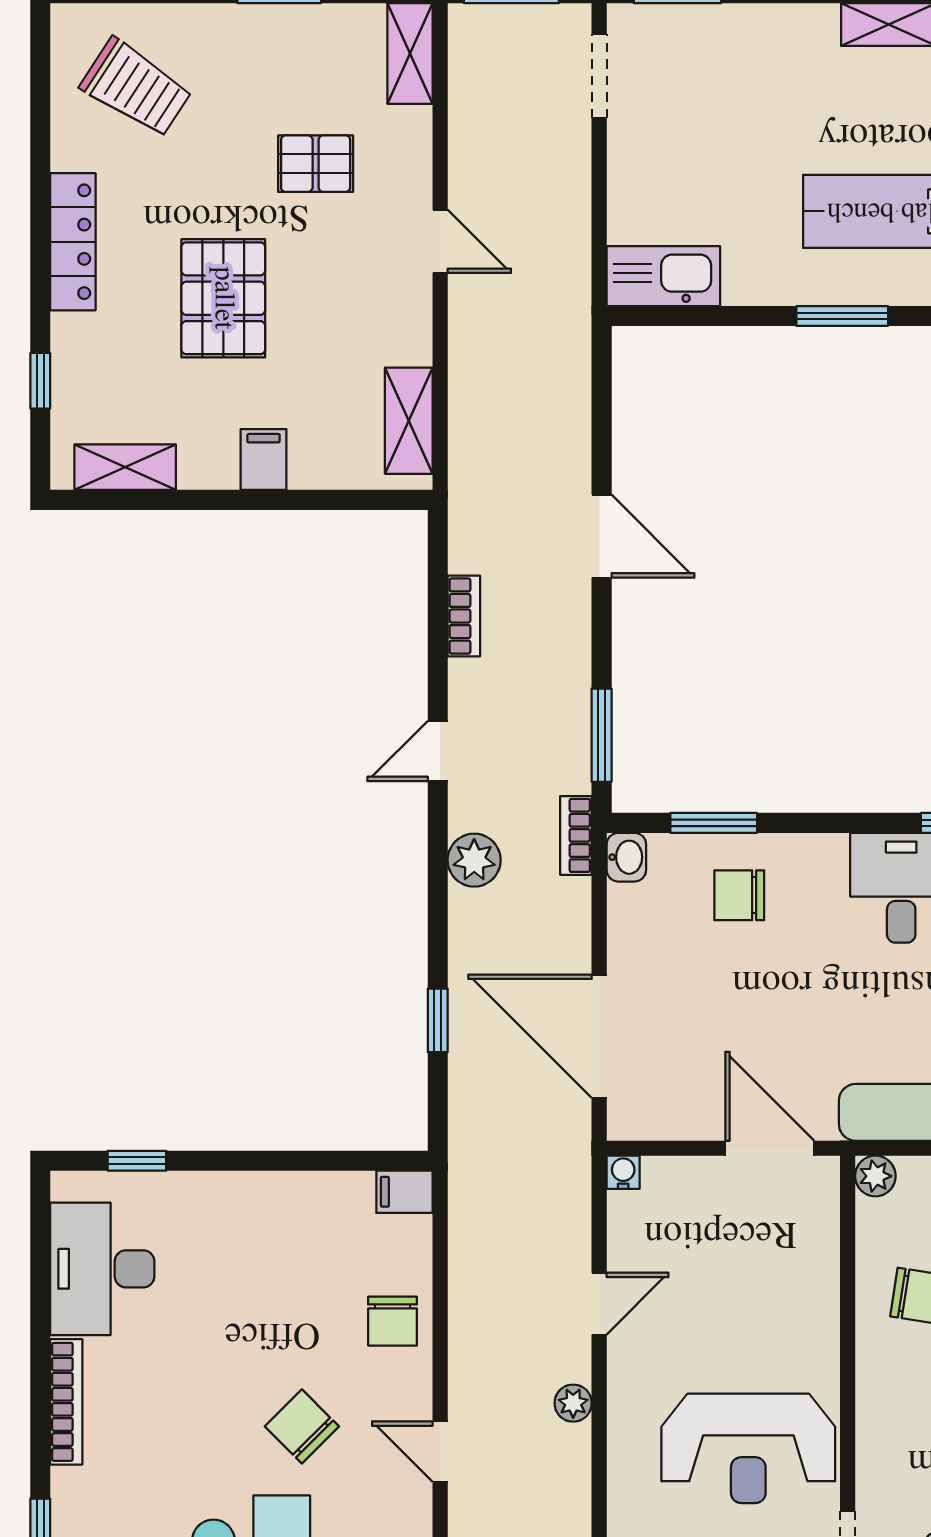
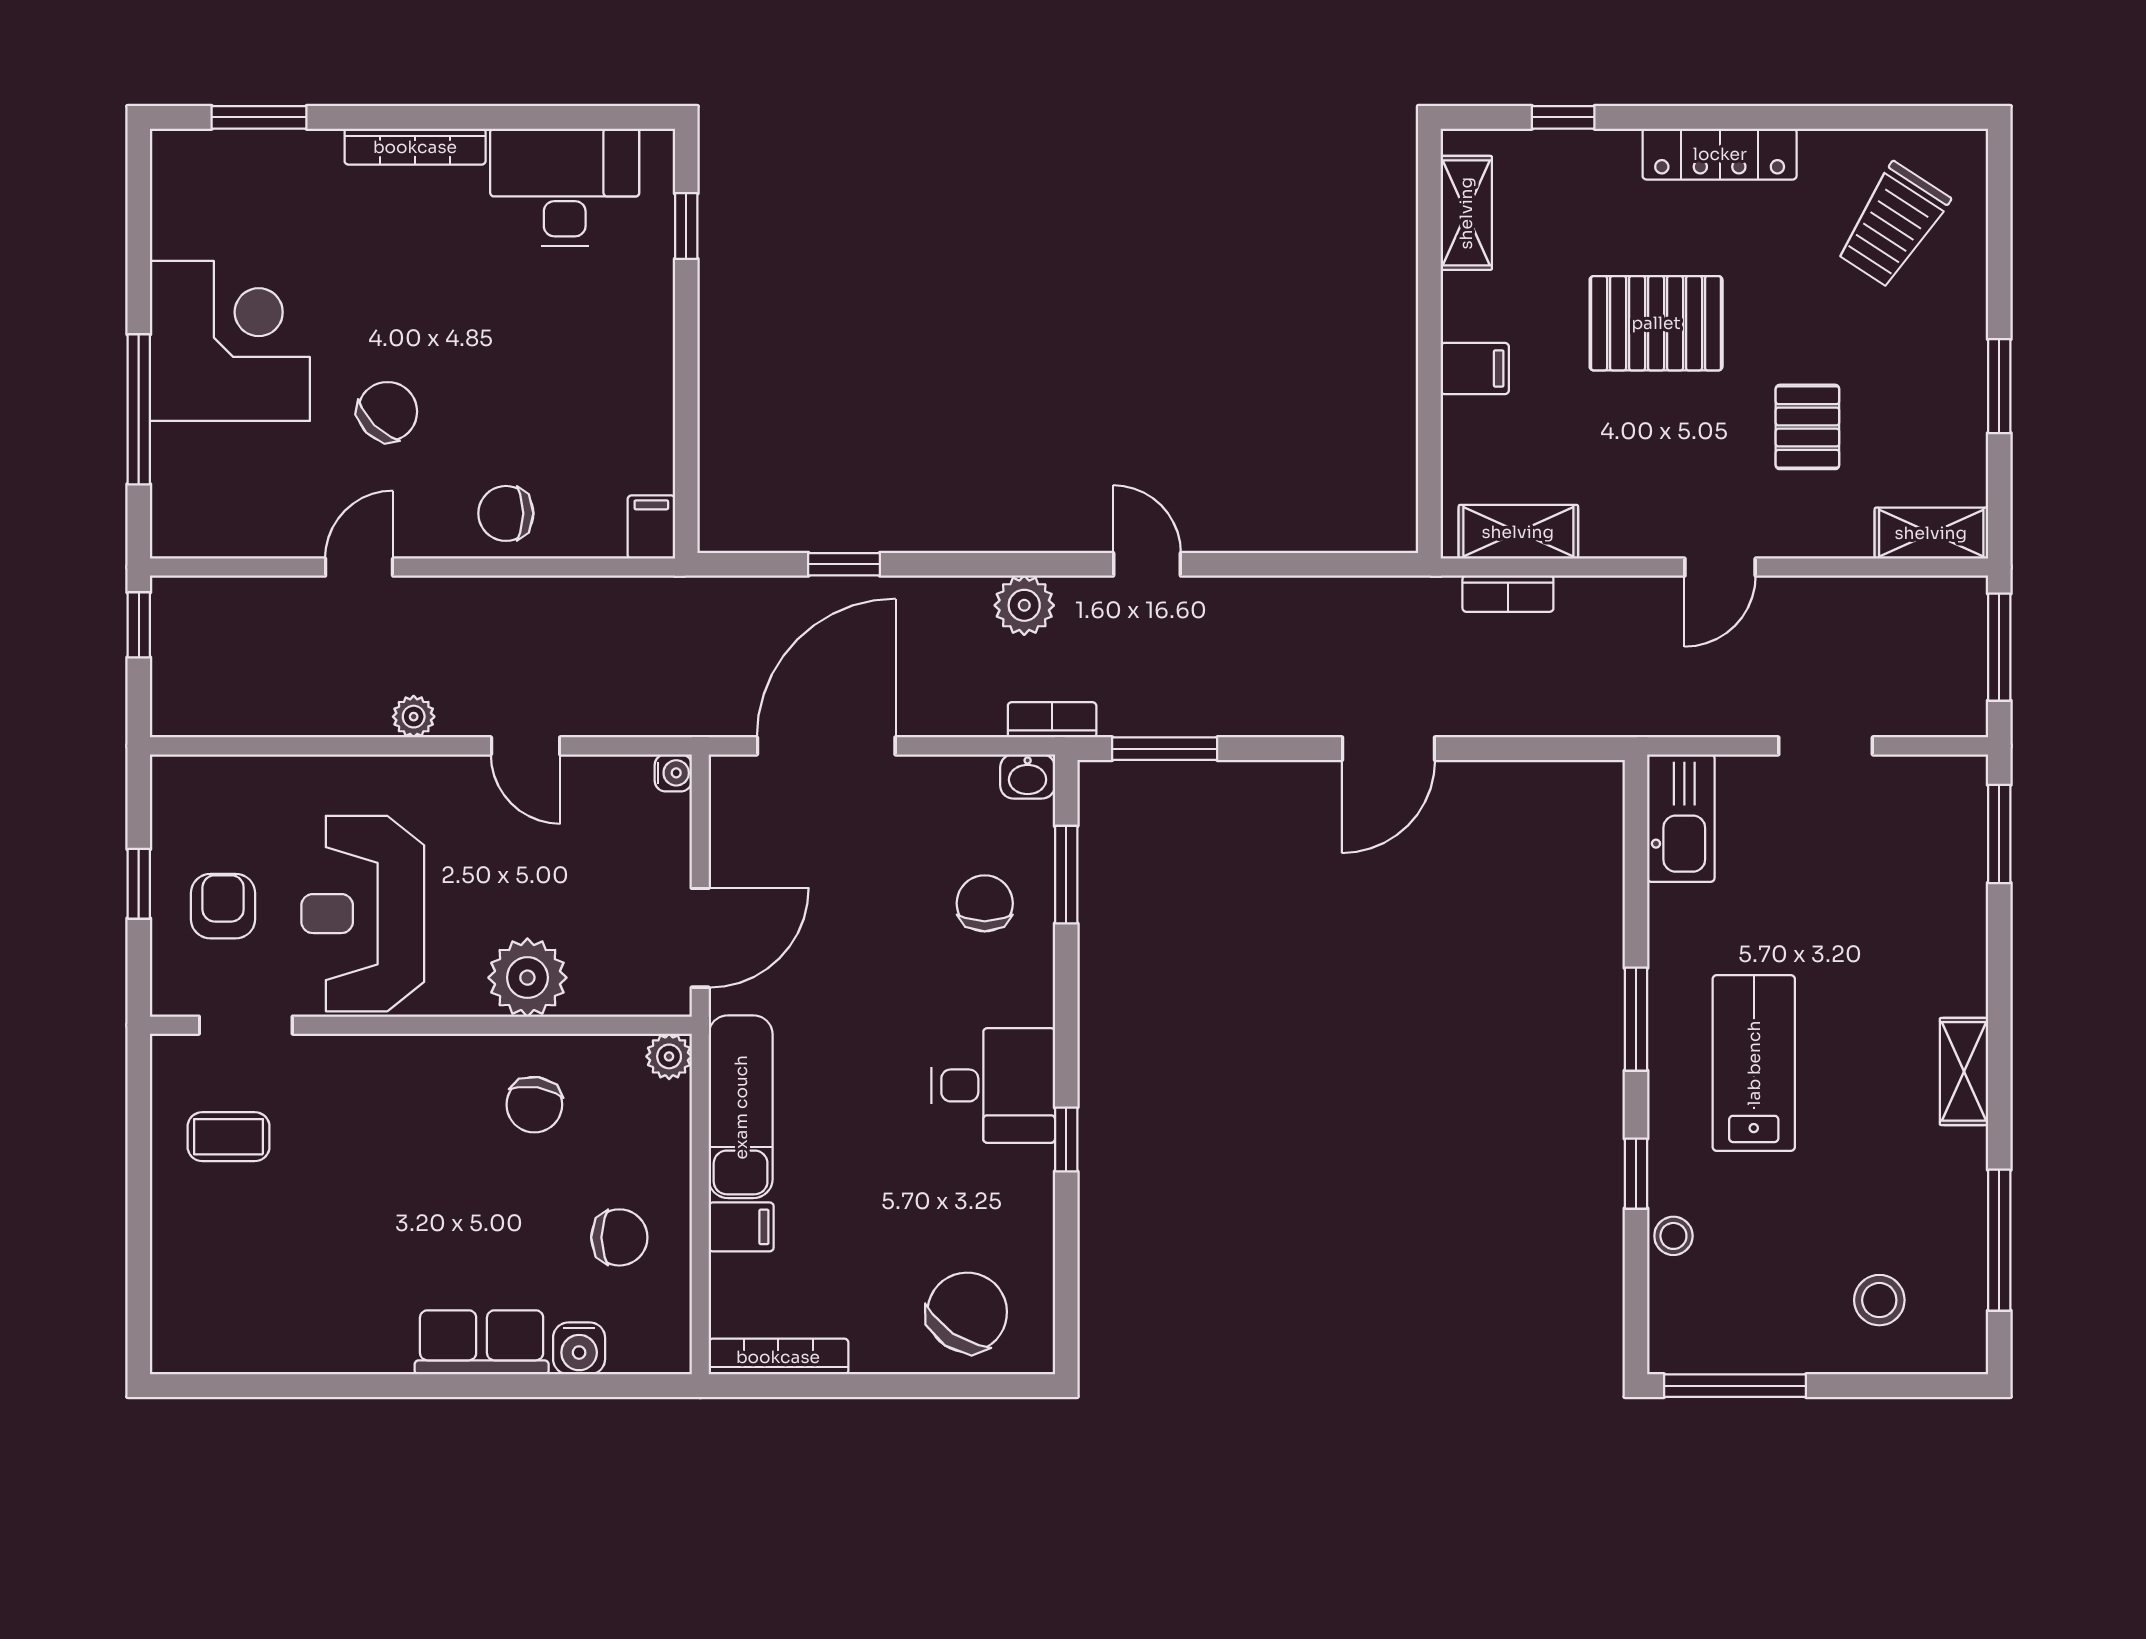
doorway: (599, 76) -> (1826, 746), moved
bookcase: (464, 616) -> (1508, 594), moved
plant: (805, 1302) -> (527, 978), added

